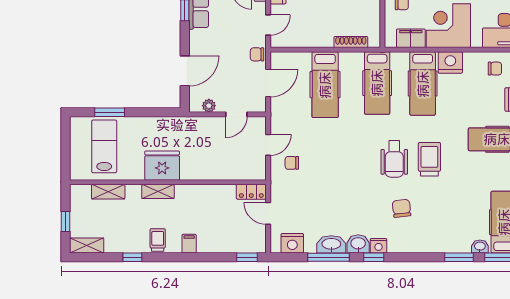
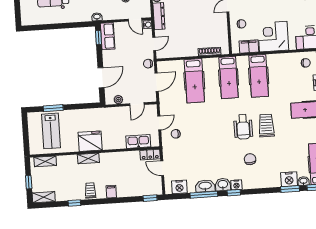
nightstand: (450, 62) -> (289, 179), moved, turned 180
lab bench: (104, 146) -> (51, 131), turned 180
kitchen sink: (235, 171) -> (138, 141), added
shelving: (108, 192) -> (45, 161), moved

